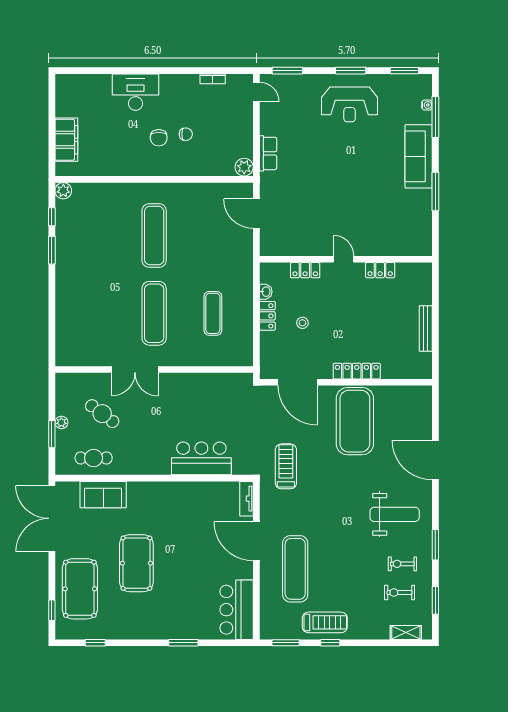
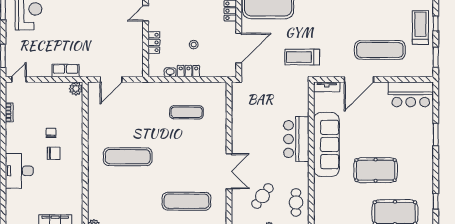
exercise mat: (154, 313) -> (187, 201), moved
bar counter: (201, 458) -> (296, 139), moved
sofa: (103, 495) -> (326, 144), moved, width x1.85, depth x1.27

